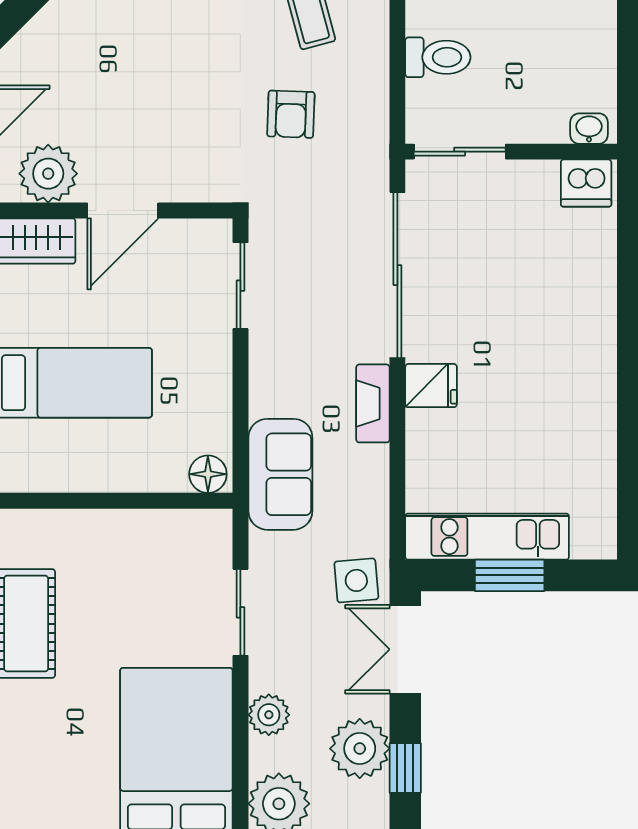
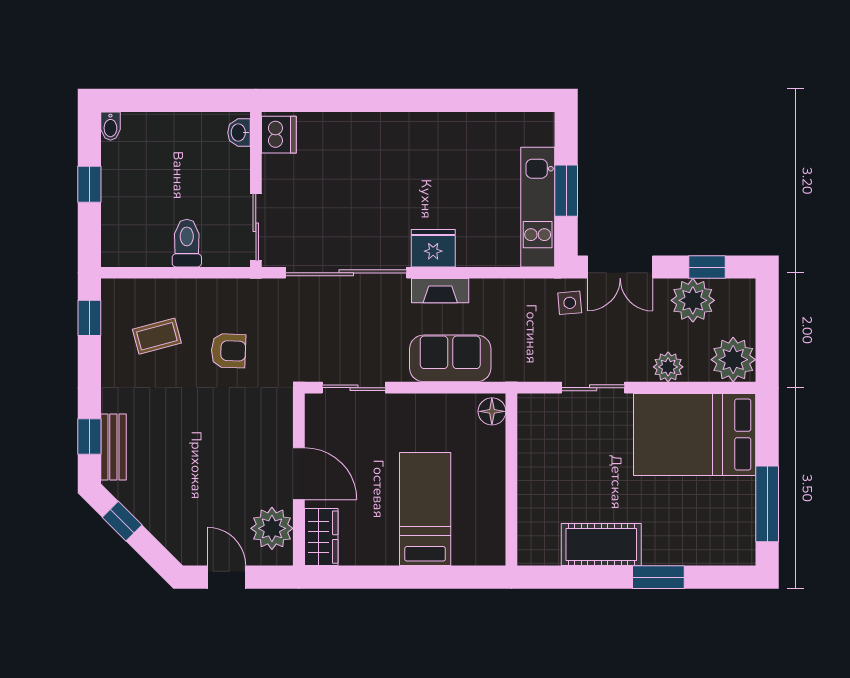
fridge: (431, 386) -> (433, 248), width x1.38
sofa: (280, 474) -> (450, 358), moved
side table: (356, 580) -> (570, 303), width x0.73, depth x0.73

